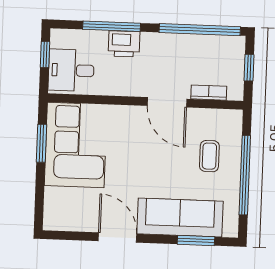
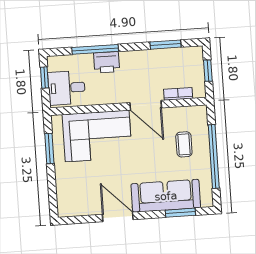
window: (200, 30) -> (166, 45), width x0.47
corner sofa: (76, 145) -> (97, 136), moved, turned 90

